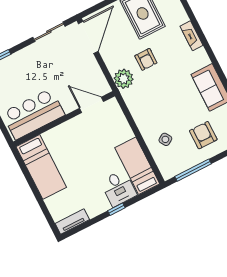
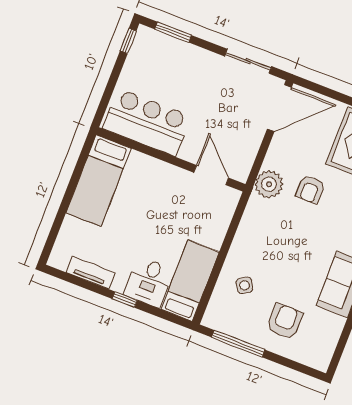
tv unit: (72, 222) -> (90, 273), moved

